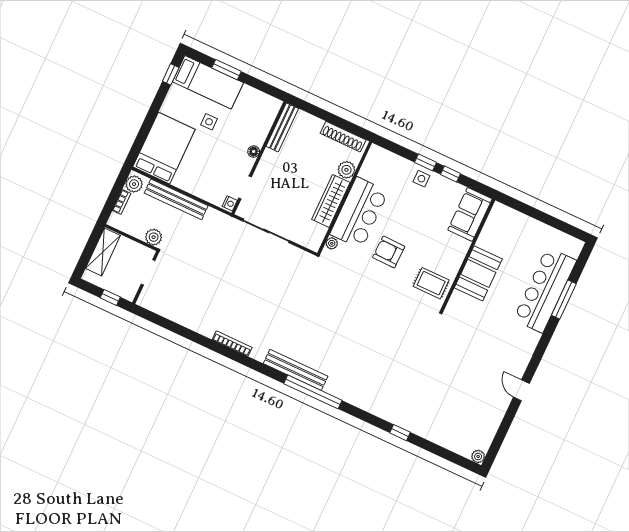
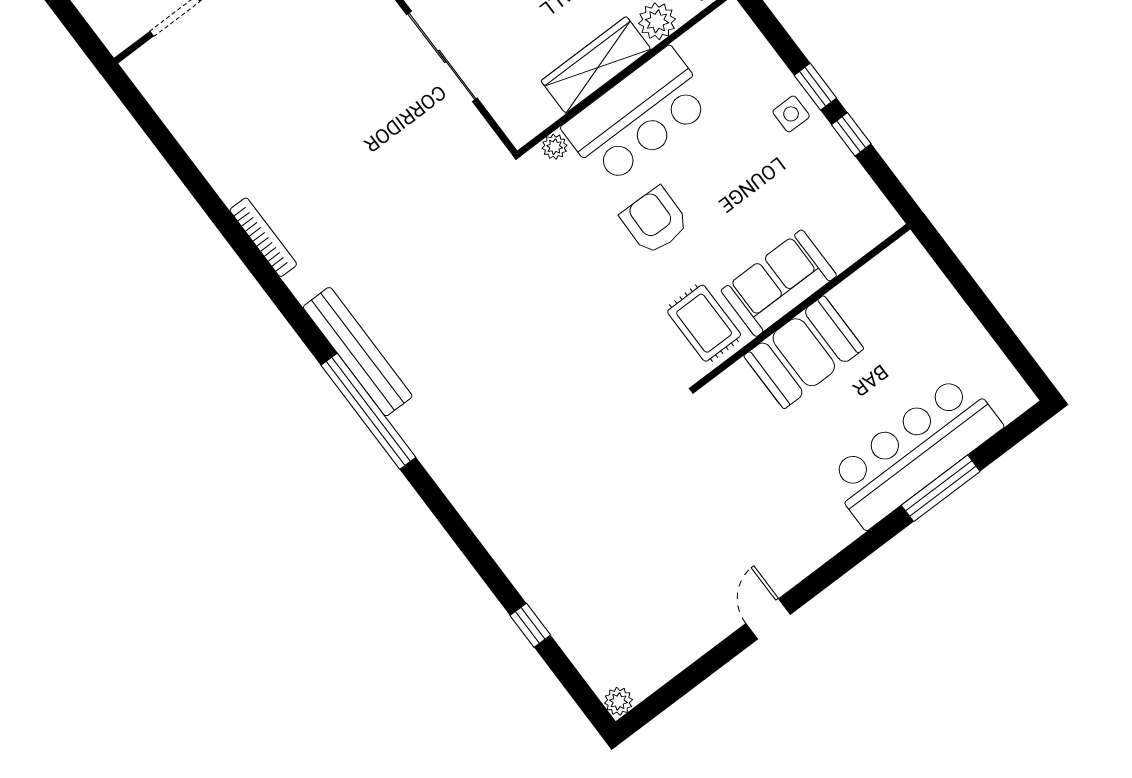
sofa: (470, 214) -> (779, 283), moved
window: (110, 297) -> (77, 26), removed
window: (400, 433) -> (530, 625), moved

